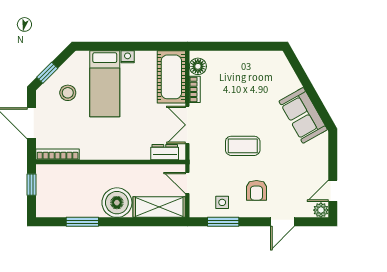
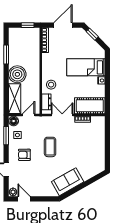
floor lamp: (198, 66) -> (14, 121), moved
stool: (68, 93) -> (51, 85), moved

